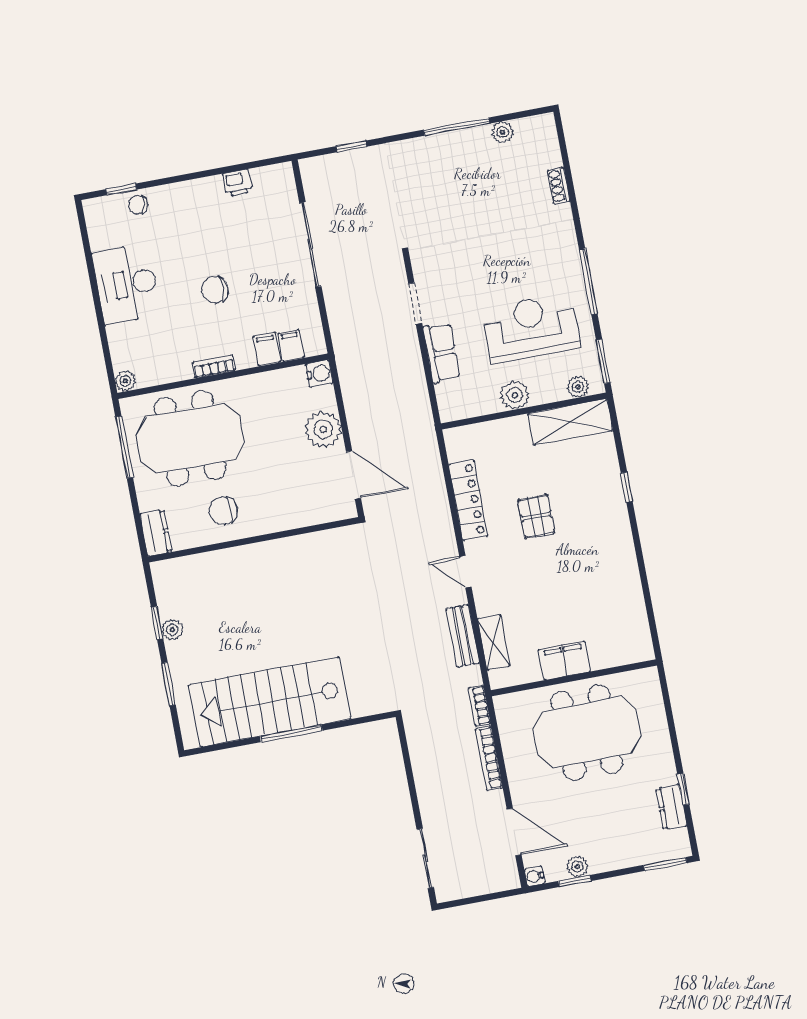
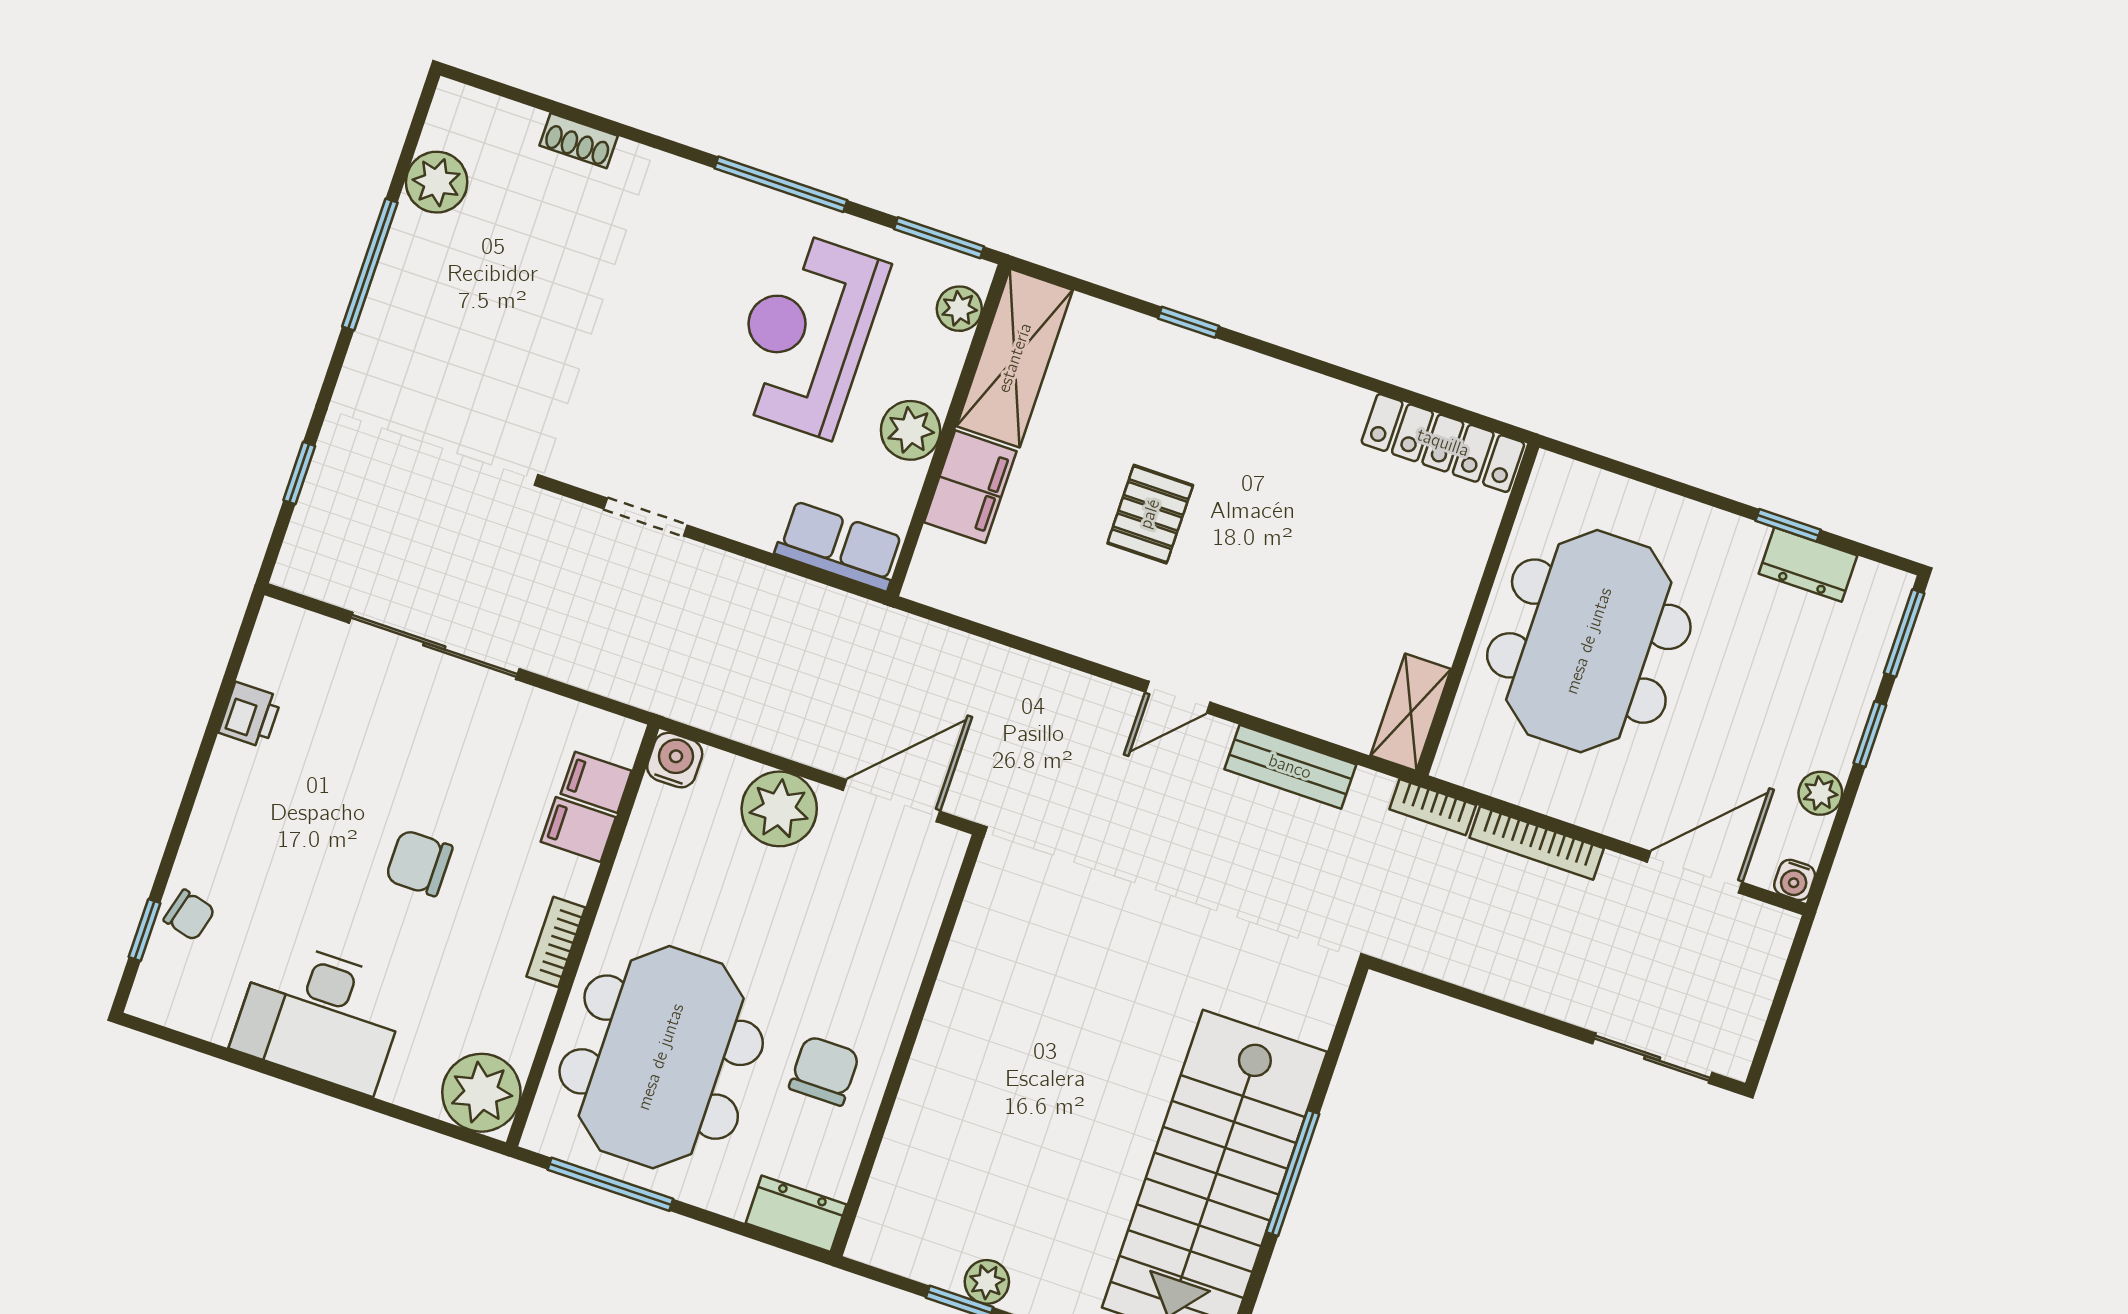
plant: (503, 132) -> (437, 182), width x1.38, depth x1.38
chair: (138, 205) -> (189, 915), turned -84
chair: (215, 290) -> (419, 863), turned 90
row of seats: (442, 353) -> (840, 546), moved
plant: (125, 381) -> (481, 1093), width x1.87, depth x1.87
locker: (468, 500) -> (1443, 443), moved, turned 180
chair: (223, 511) -> (824, 1071), turned 180
pallet: (536, 516) -> (1150, 514), turned 90
shelving: (494, 642) -> (1411, 712), moved, turned 90
filing cabinet: (565, 660) -> (970, 487), moved, turned 180
window: (575, 881) -> (1870, 734), moved

